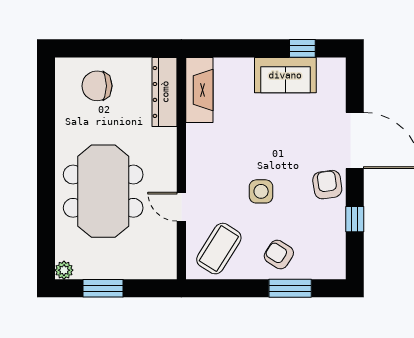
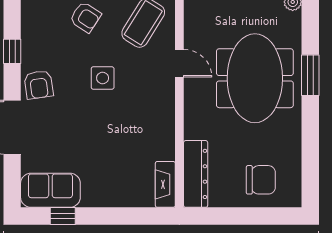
sofa: (285, 75) -> (50, 190), moved
fireplace: (199, 90) -> (165, 184), width x0.73, depth x0.76
window: (46, 194) -> (310, 75), added

